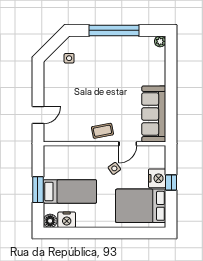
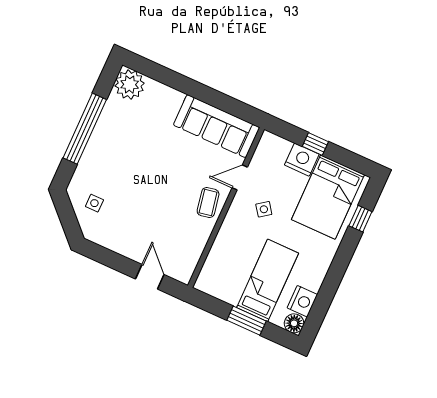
plant: (160, 41) -> (130, 84), width x1.88, depth x1.88
door: (128, 144) -> (240, 177), swing flipped
window: (136, 233) -> (360, 219), added

